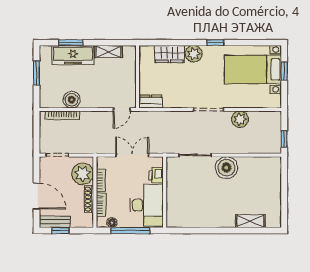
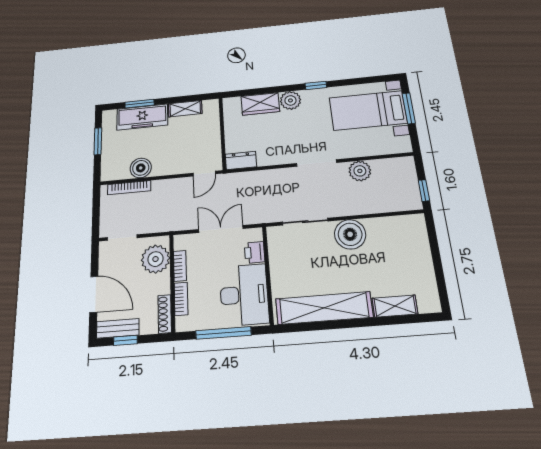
window: (284, 71) -> (409, 108), width x1.50
shoe rack: (89, 199) -> (165, 314), moved
shelving: (202, 219) -> (324, 308), added
floor lamp: (112, 223) -> (197, 323), removed

